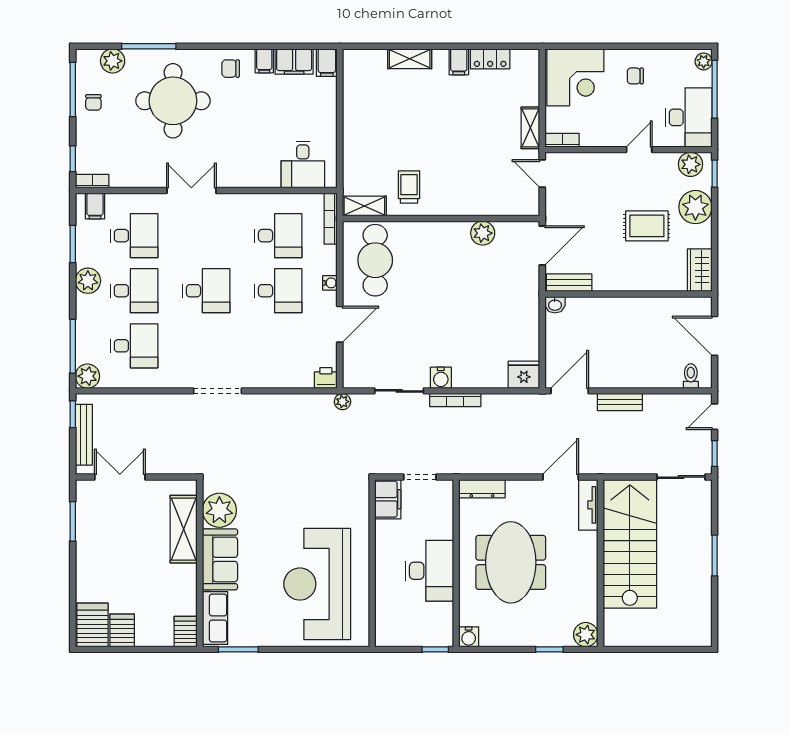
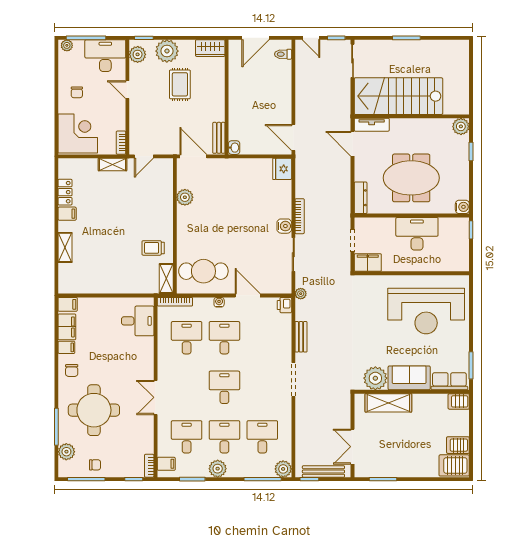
bench: (620, 402) -> (301, 337), moved

